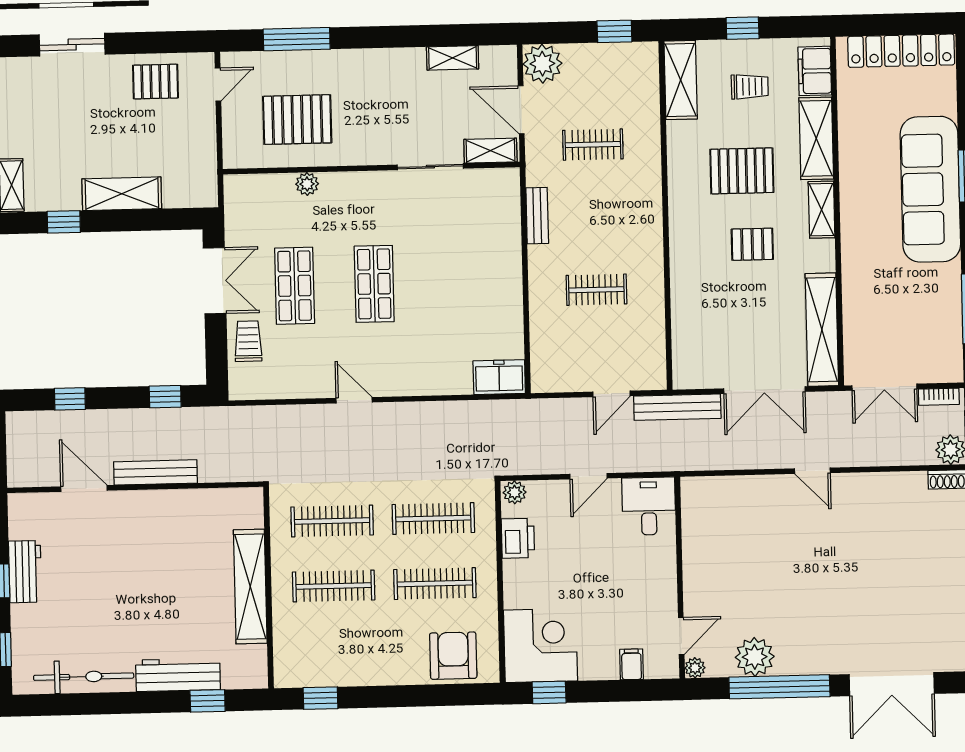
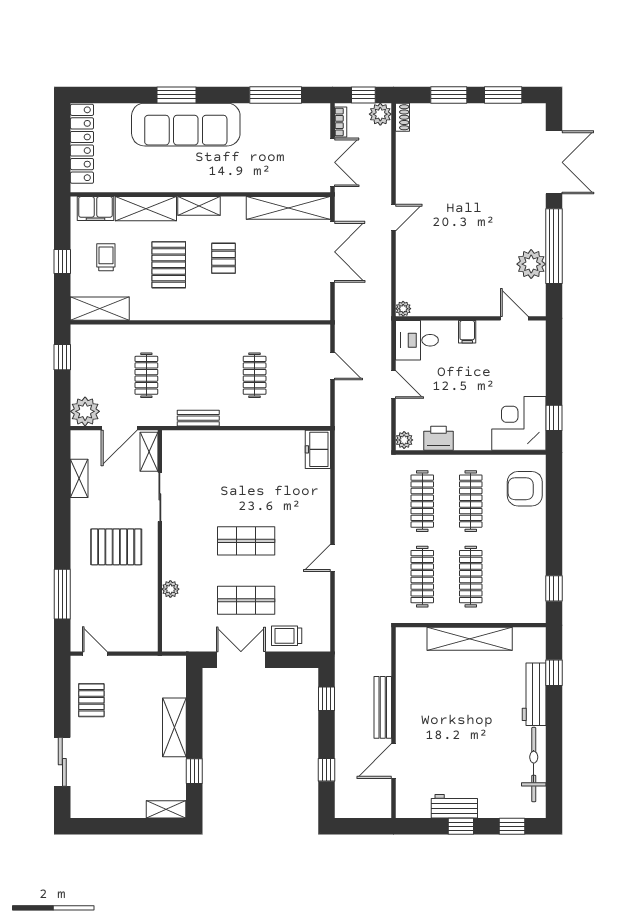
pallet: (297, 120) -> (116, 547), moved, turned 90
bench: (677, 407) -> (344, 317), removed
filing cabinet: (632, 664) -> (467, 332), moved, turned -90
plant: (695, 668) -> (403, 309), moved

